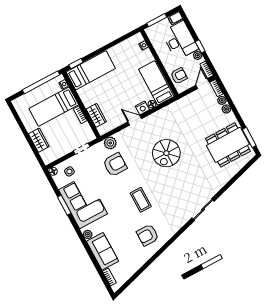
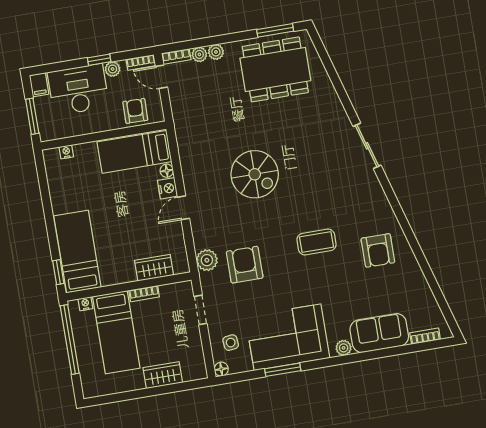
dining table: (228, 145) -> (275, 69), turned 90

